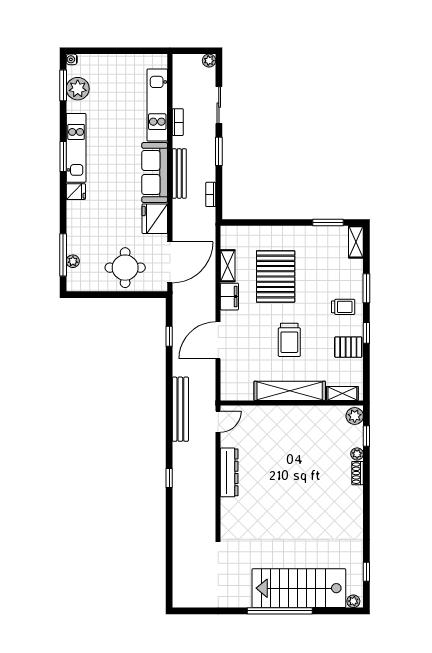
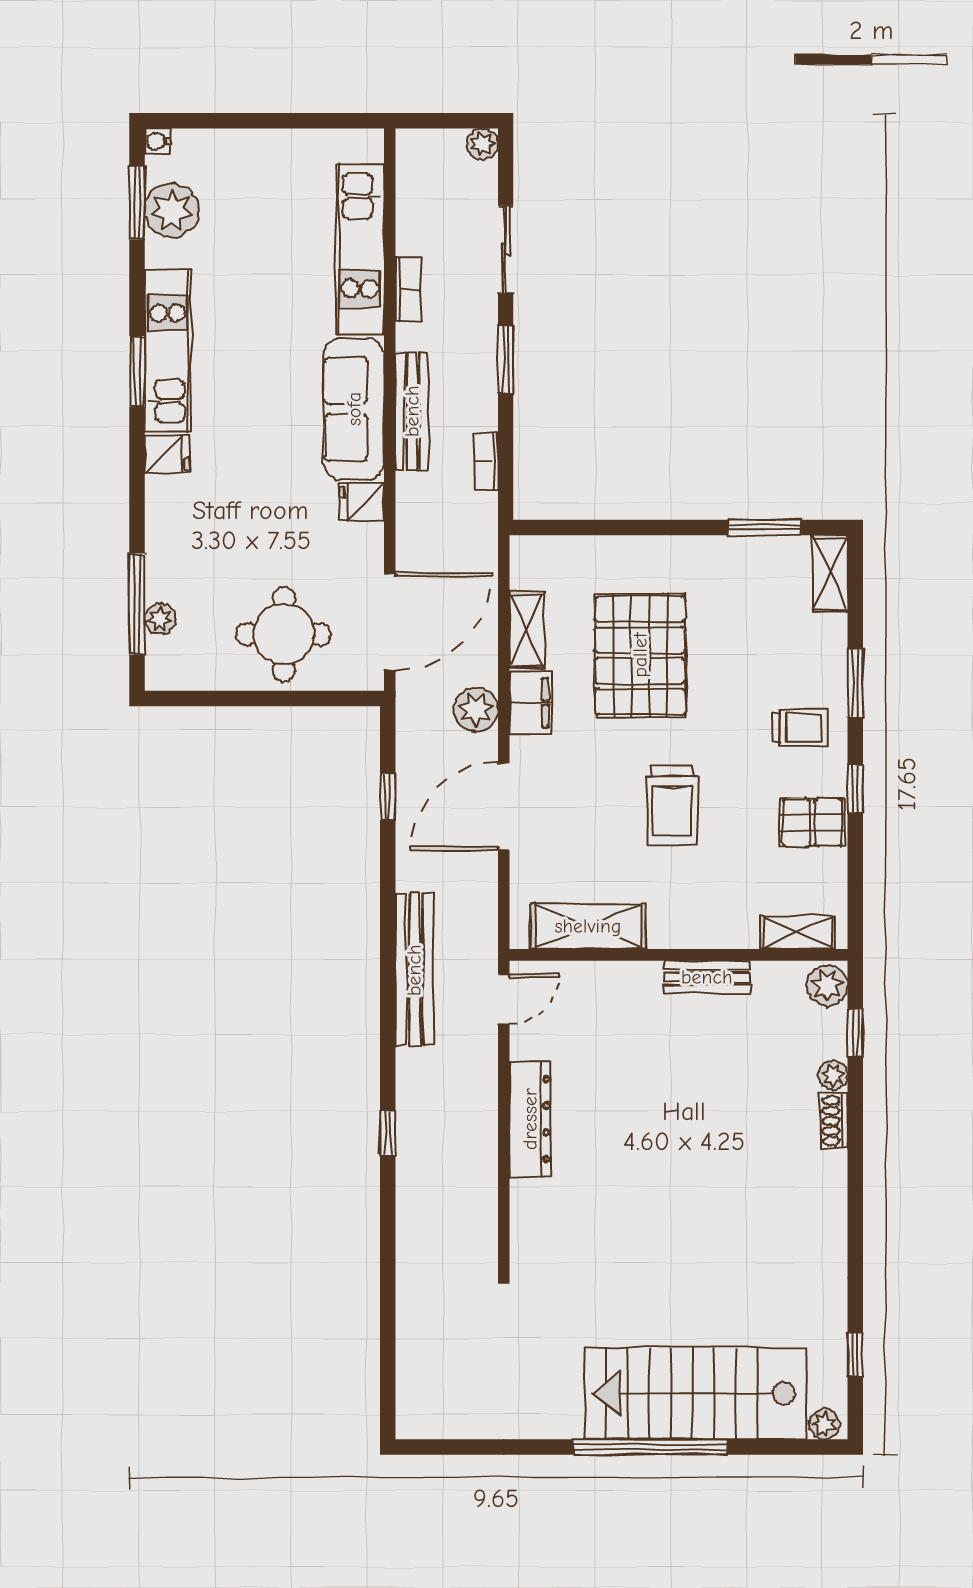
fridge: (155, 219) -> (362, 502), width x0.53, depth x0.75
plant: (206, 299) -> (476, 710), added
shelving: (290, 391) -> (588, 926), moved, width x0.68
bench: (304, 412) -> (707, 977), added

